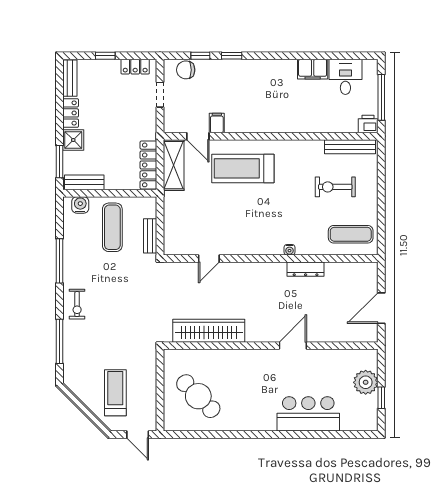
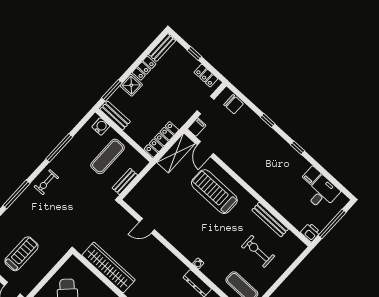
window: (200, 56) -> (298, 148), moved
filing cabinet: (313, 69) -> (312, 175), width x0.50
chair: (186, 70) -> (234, 104), turned 180
filing cabinet: (217, 123) -> (197, 127), moved
bench: (350, 147) -> (270, 220), moved

